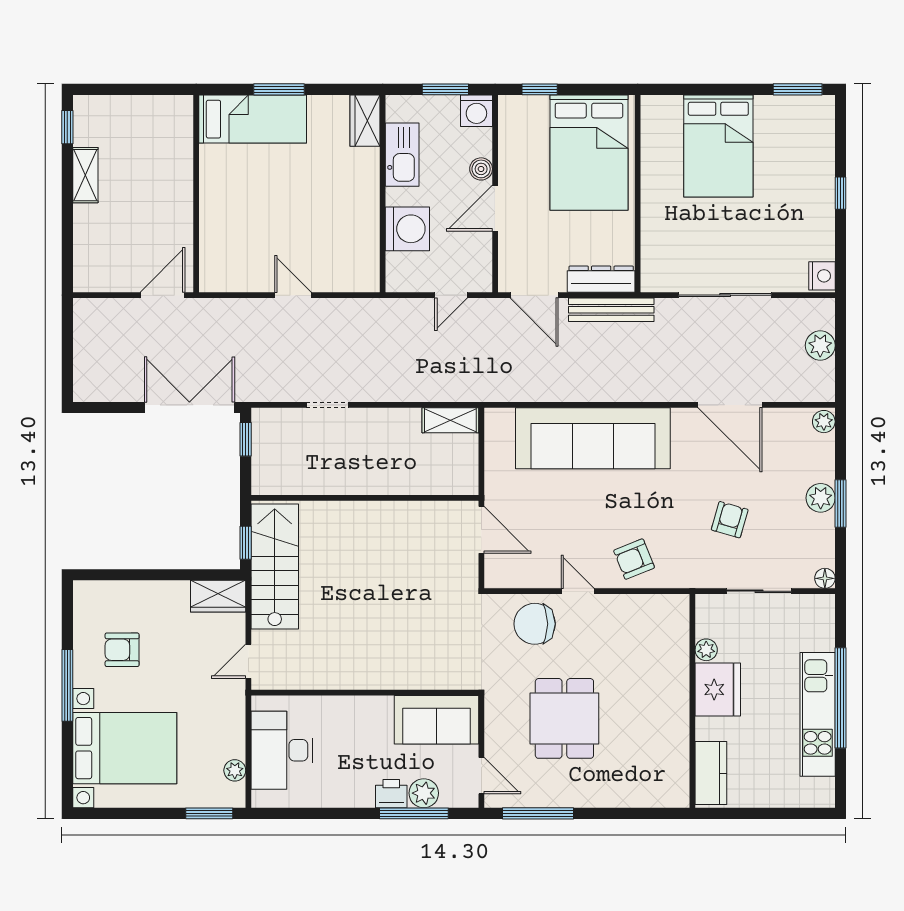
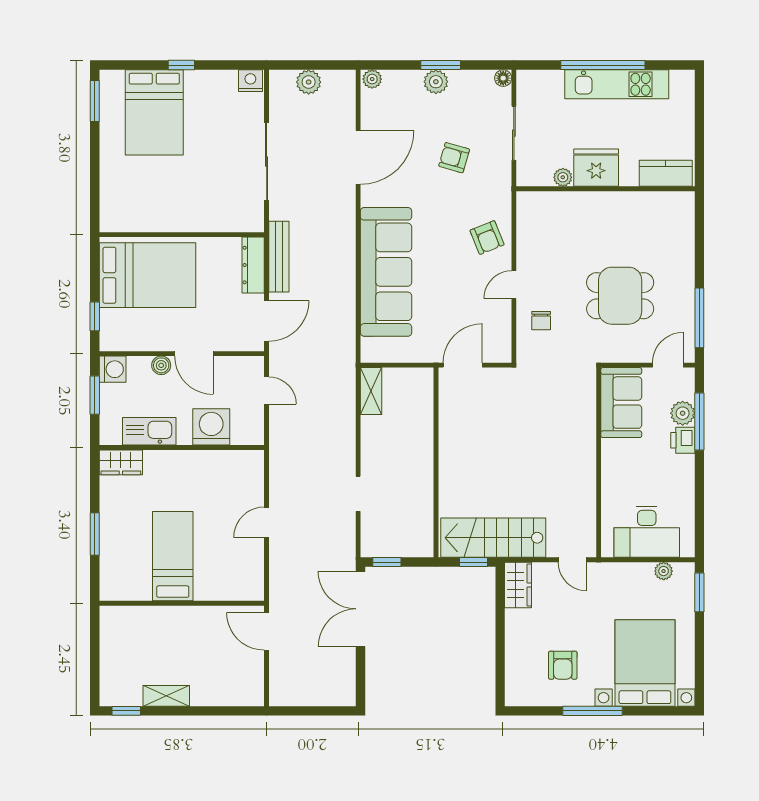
bed: (253, 119) -> (173, 556), moved
bed: (718, 146) -> (154, 112), moved, turned 90
chair: (535, 624) -> (541, 321), width x0.54, depth x0.54

